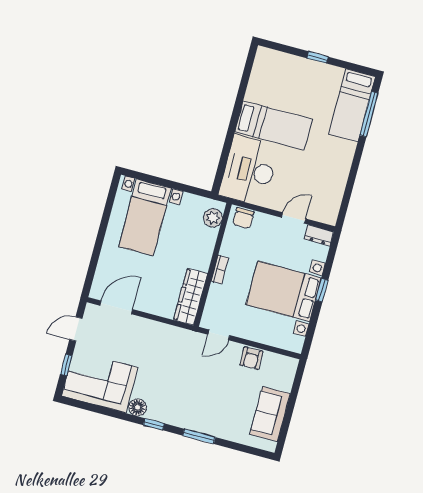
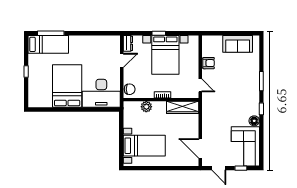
bed: (274, 126) -> (67, 86), width x1.50
plant: (213, 218) -> (146, 107), moved
door: (294, 218) -> (122, 60), swing flipped

